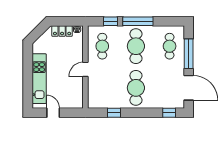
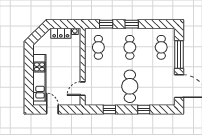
window: (138, 21) -> (132, 24), width x0.46
cafe table: (136, 46) -> (130, 47), width x0.73, depth x0.74
door: (85, 69) -> (83, 89), moved
window: (169, 113) -> (144, 109), moved

